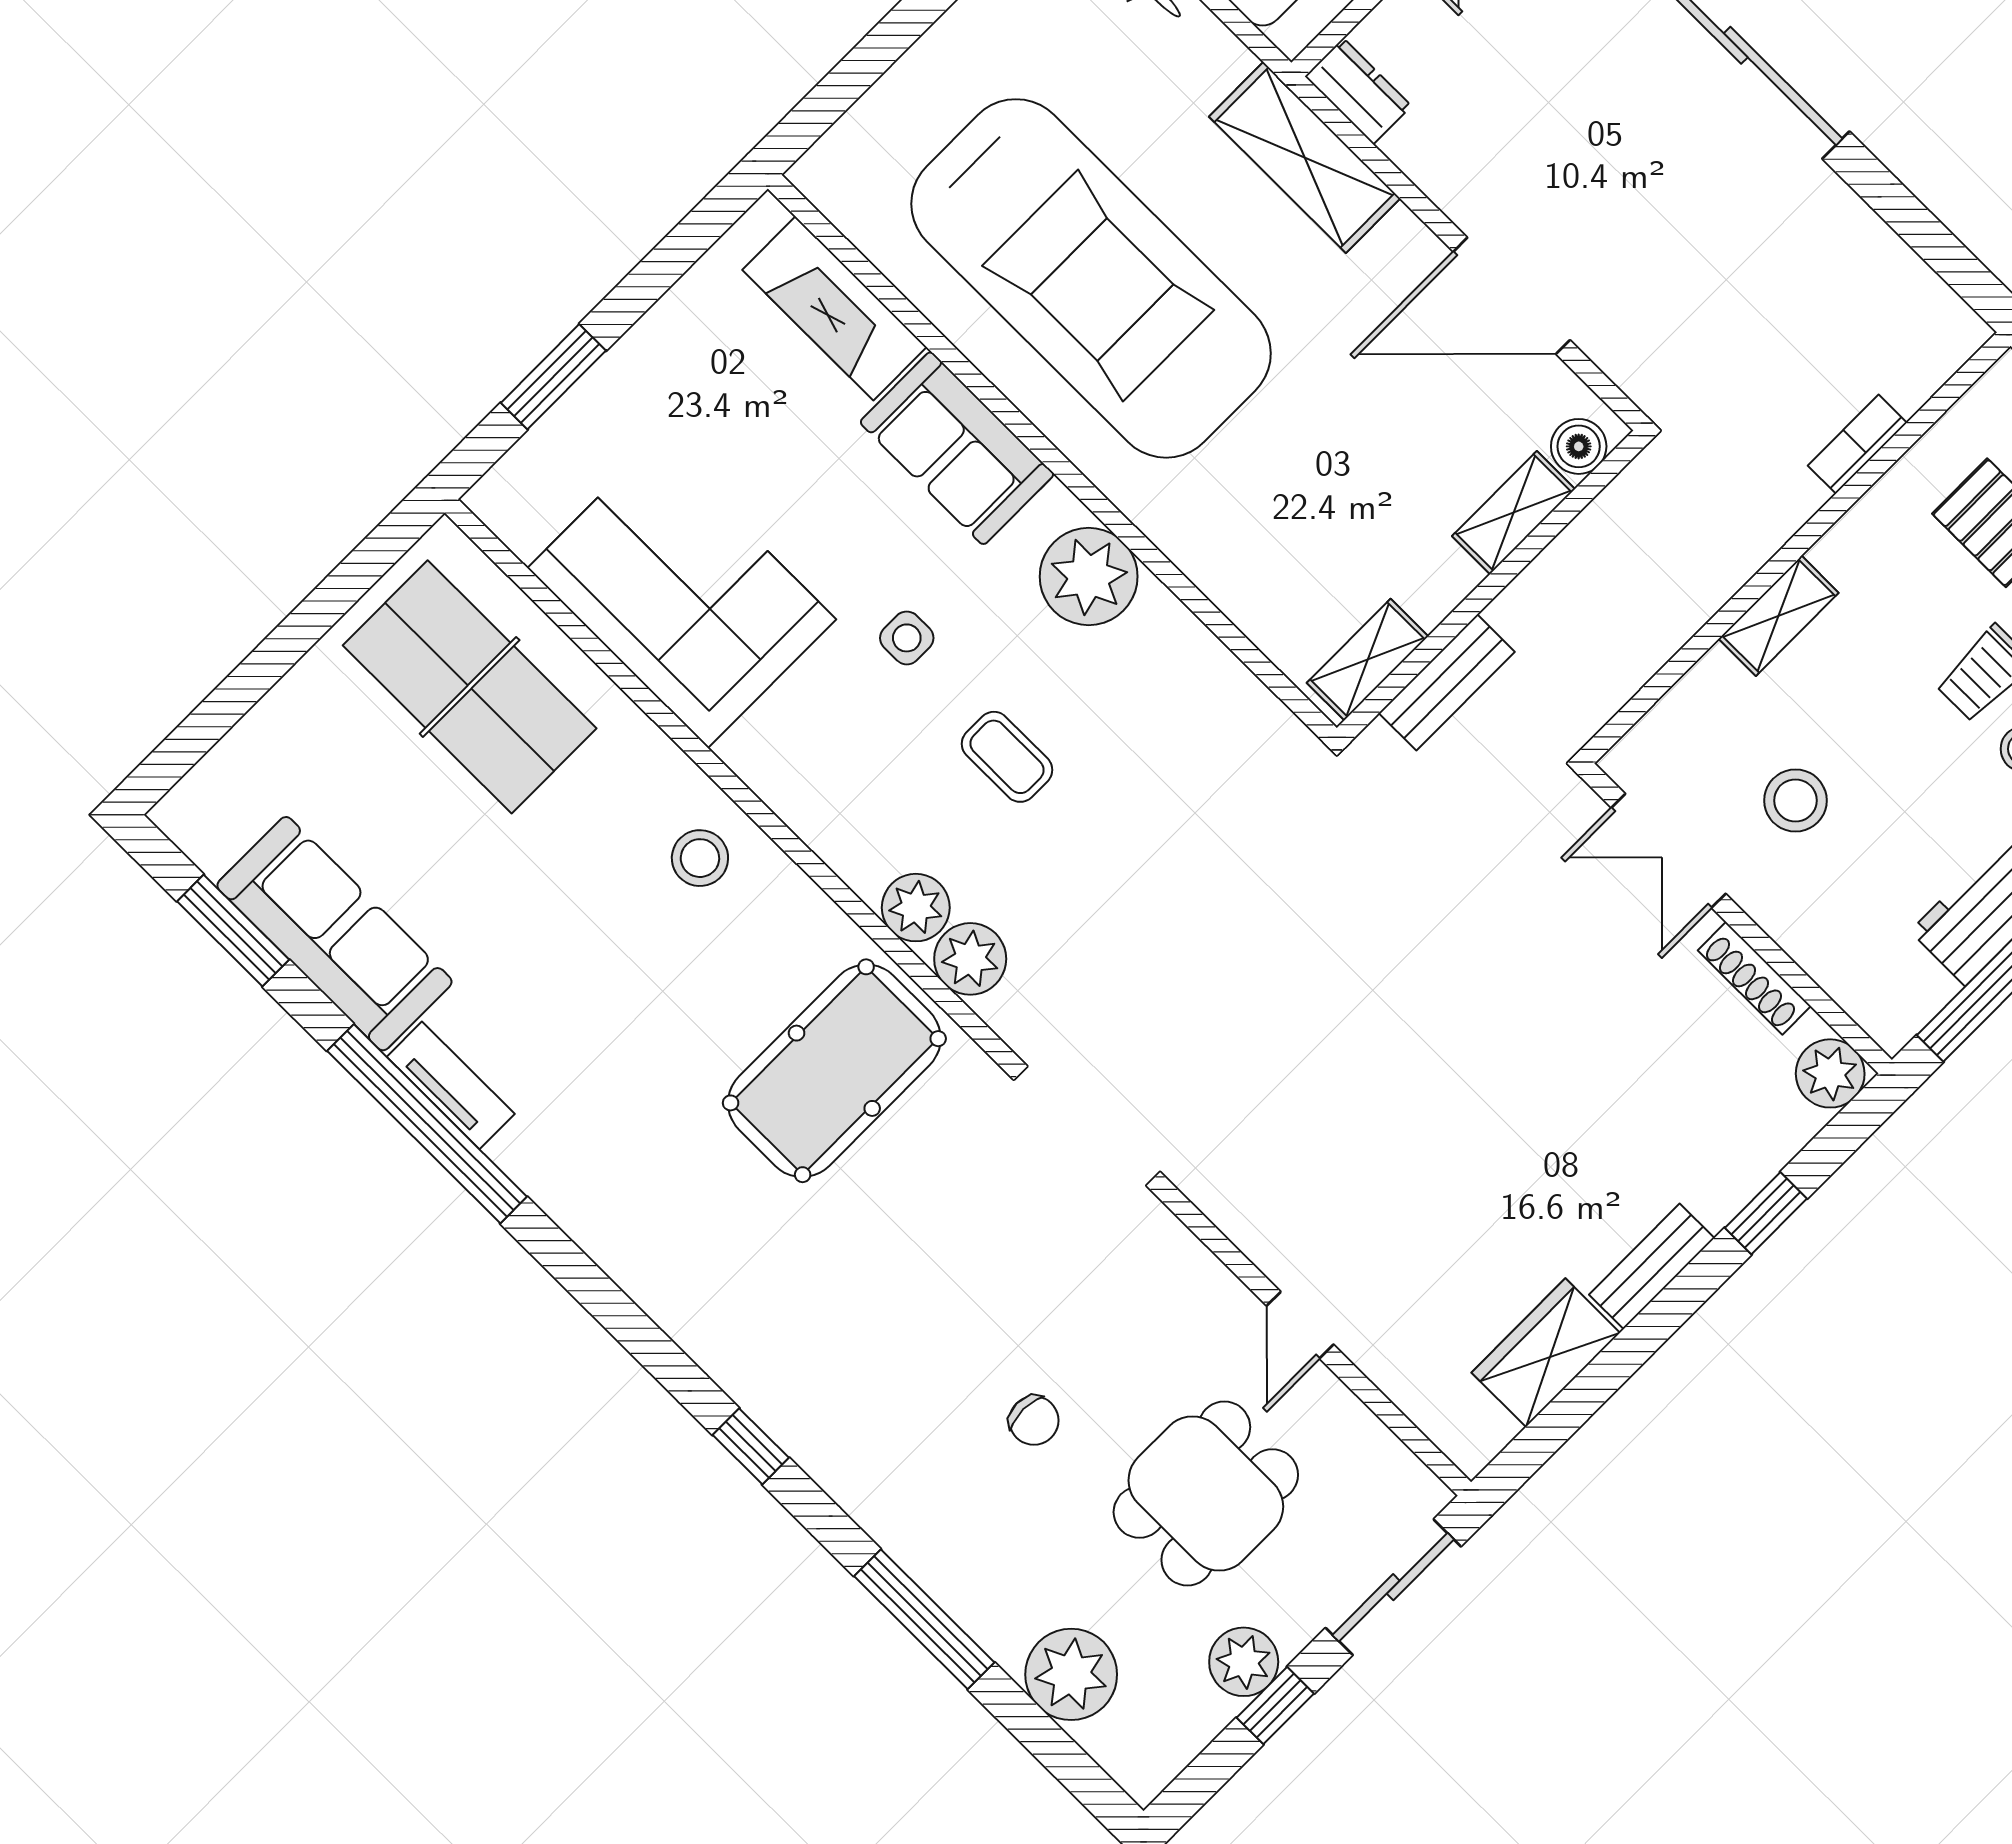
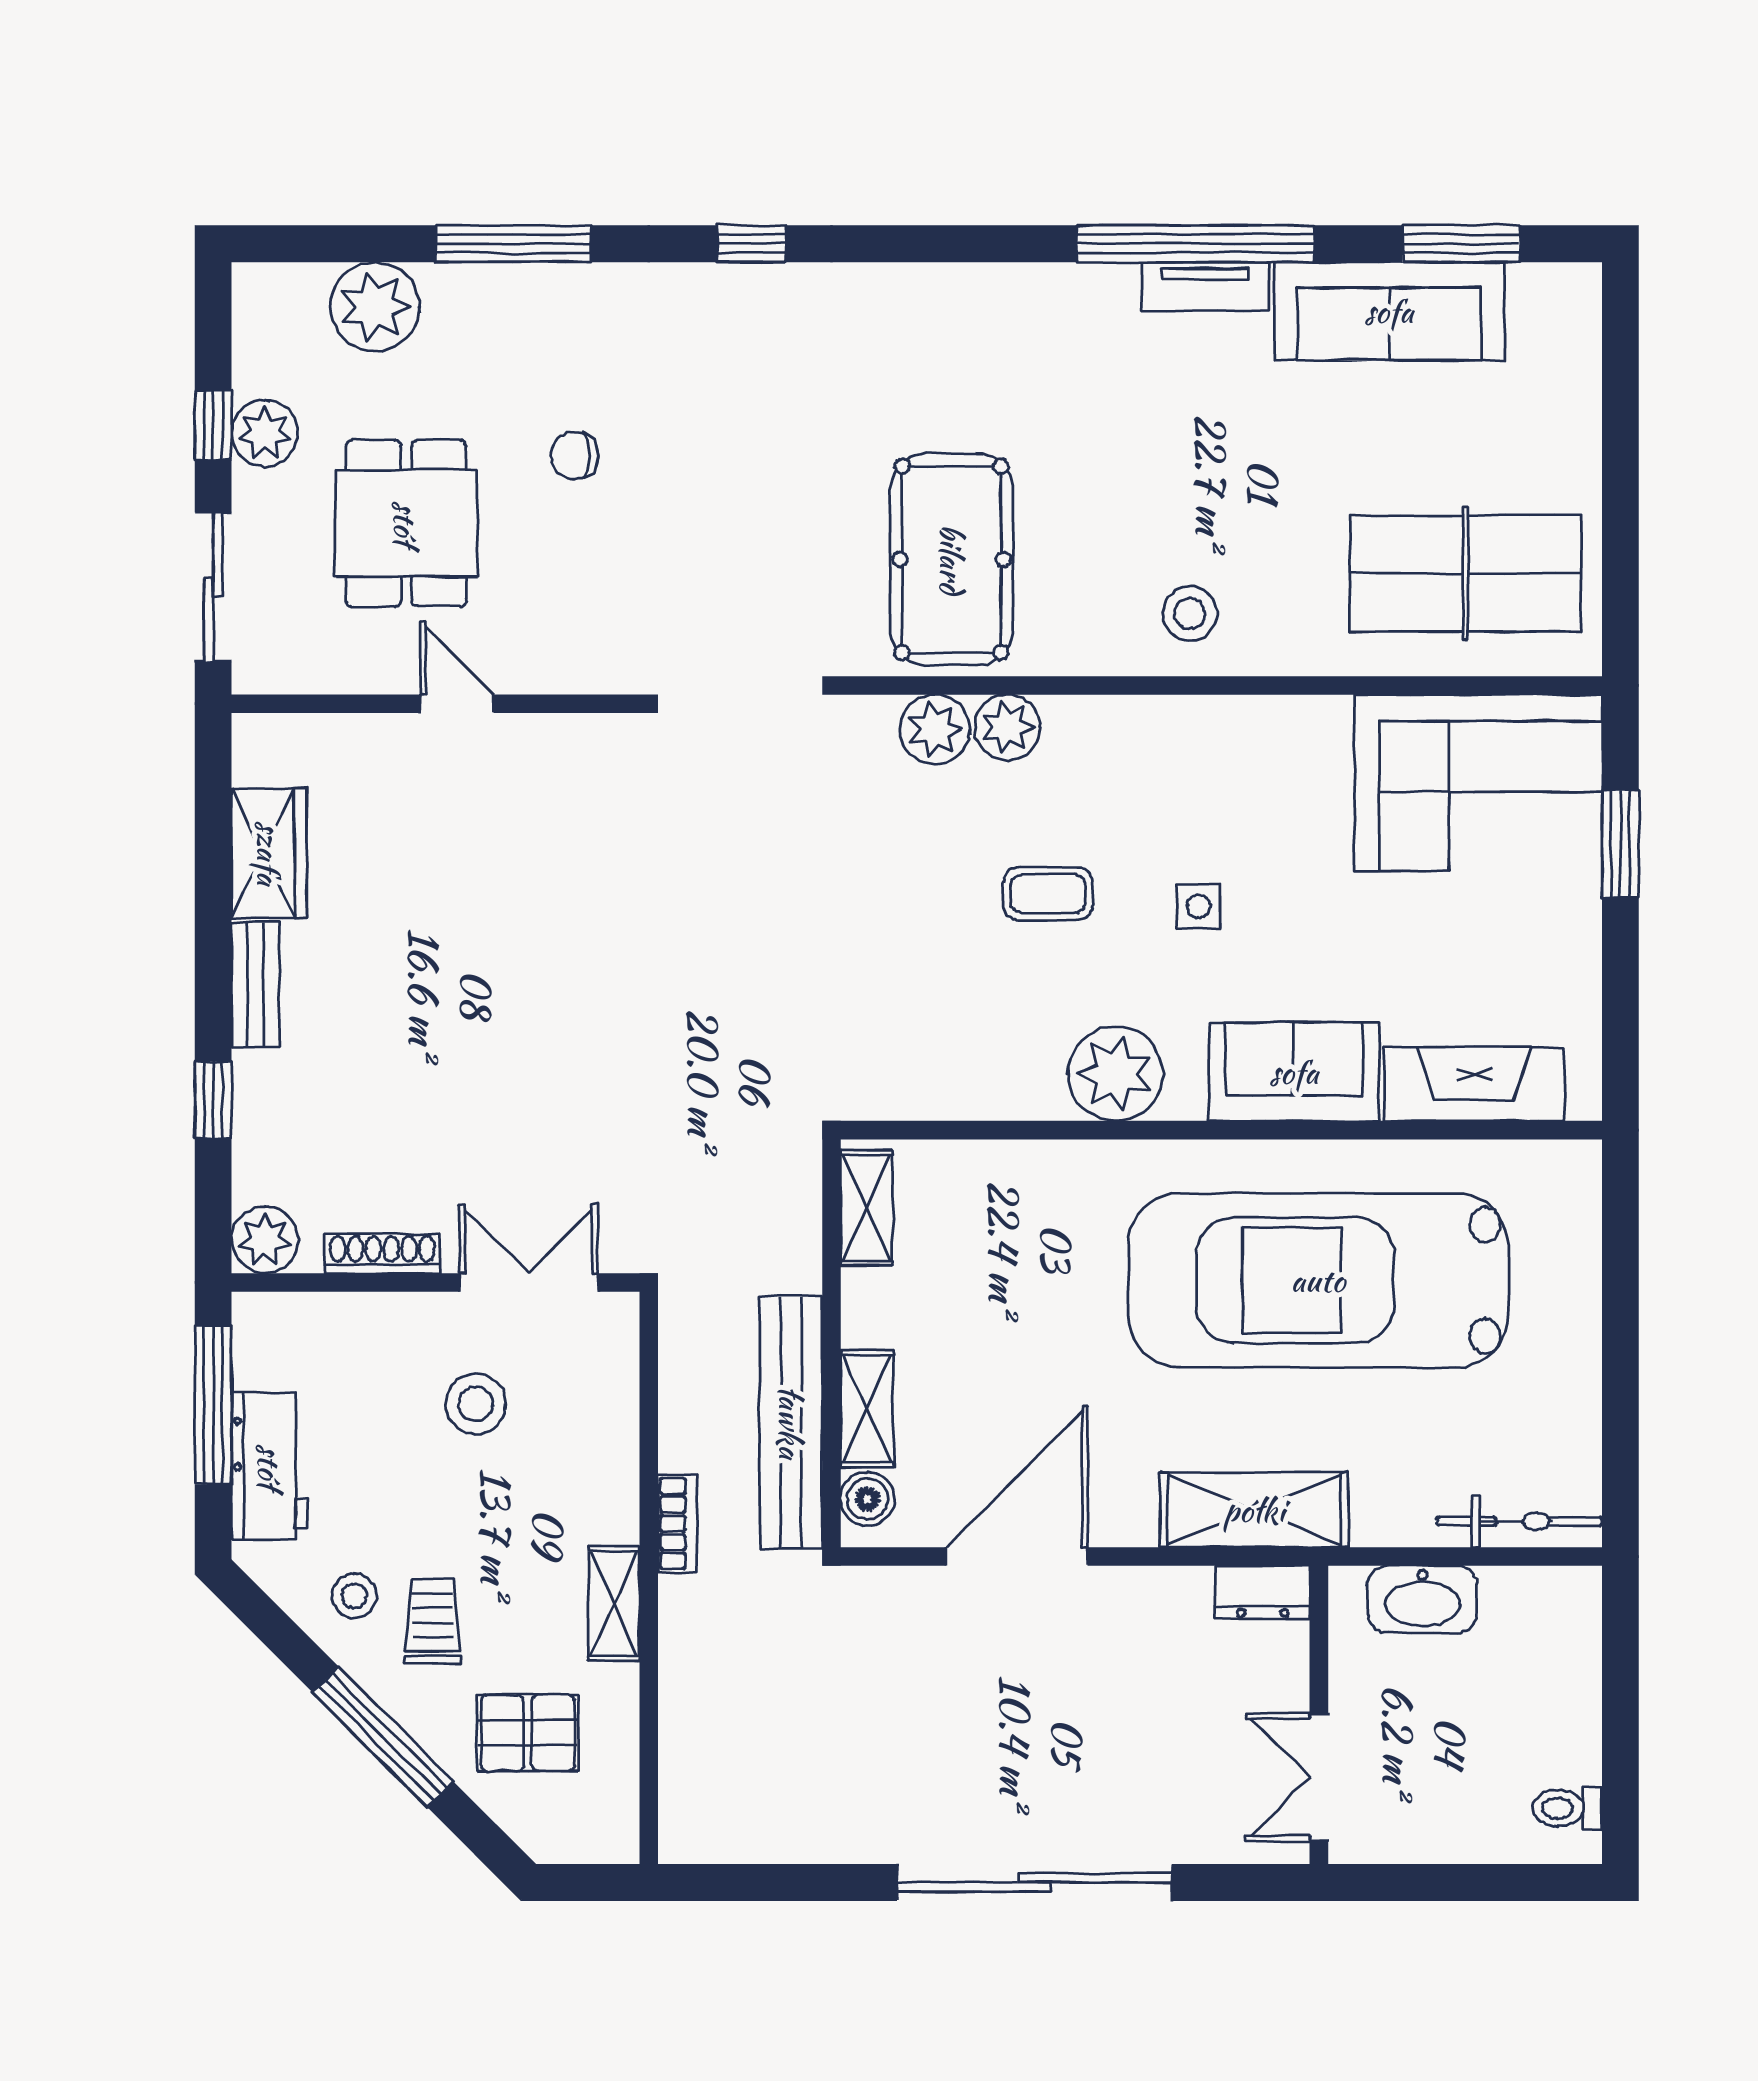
bookcase: (1857, 444) -> (677, 1523), moved
corner sofa: (682, 594) -> (1478, 783), moved
shelving: (1779, 616) -> (614, 1604), moved
bench: (1447, 682) -> (791, 1422), moved, width x1.86, depth x1.21

